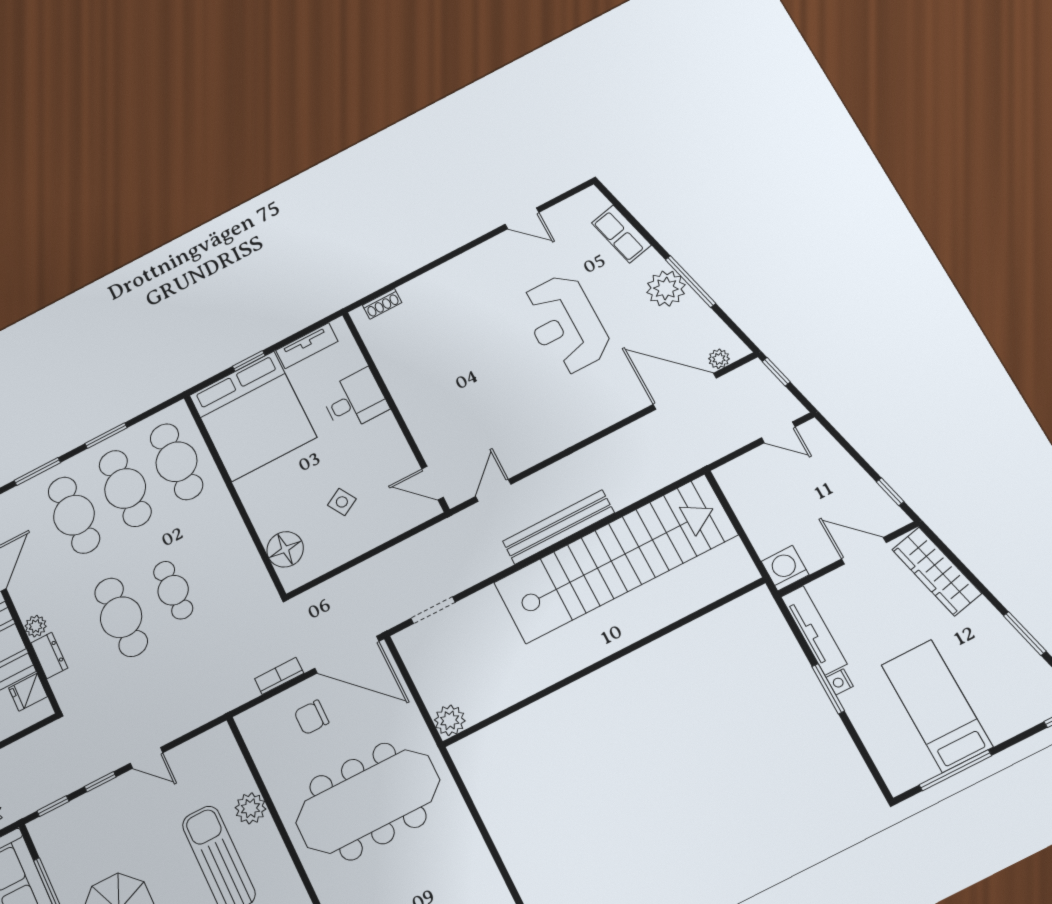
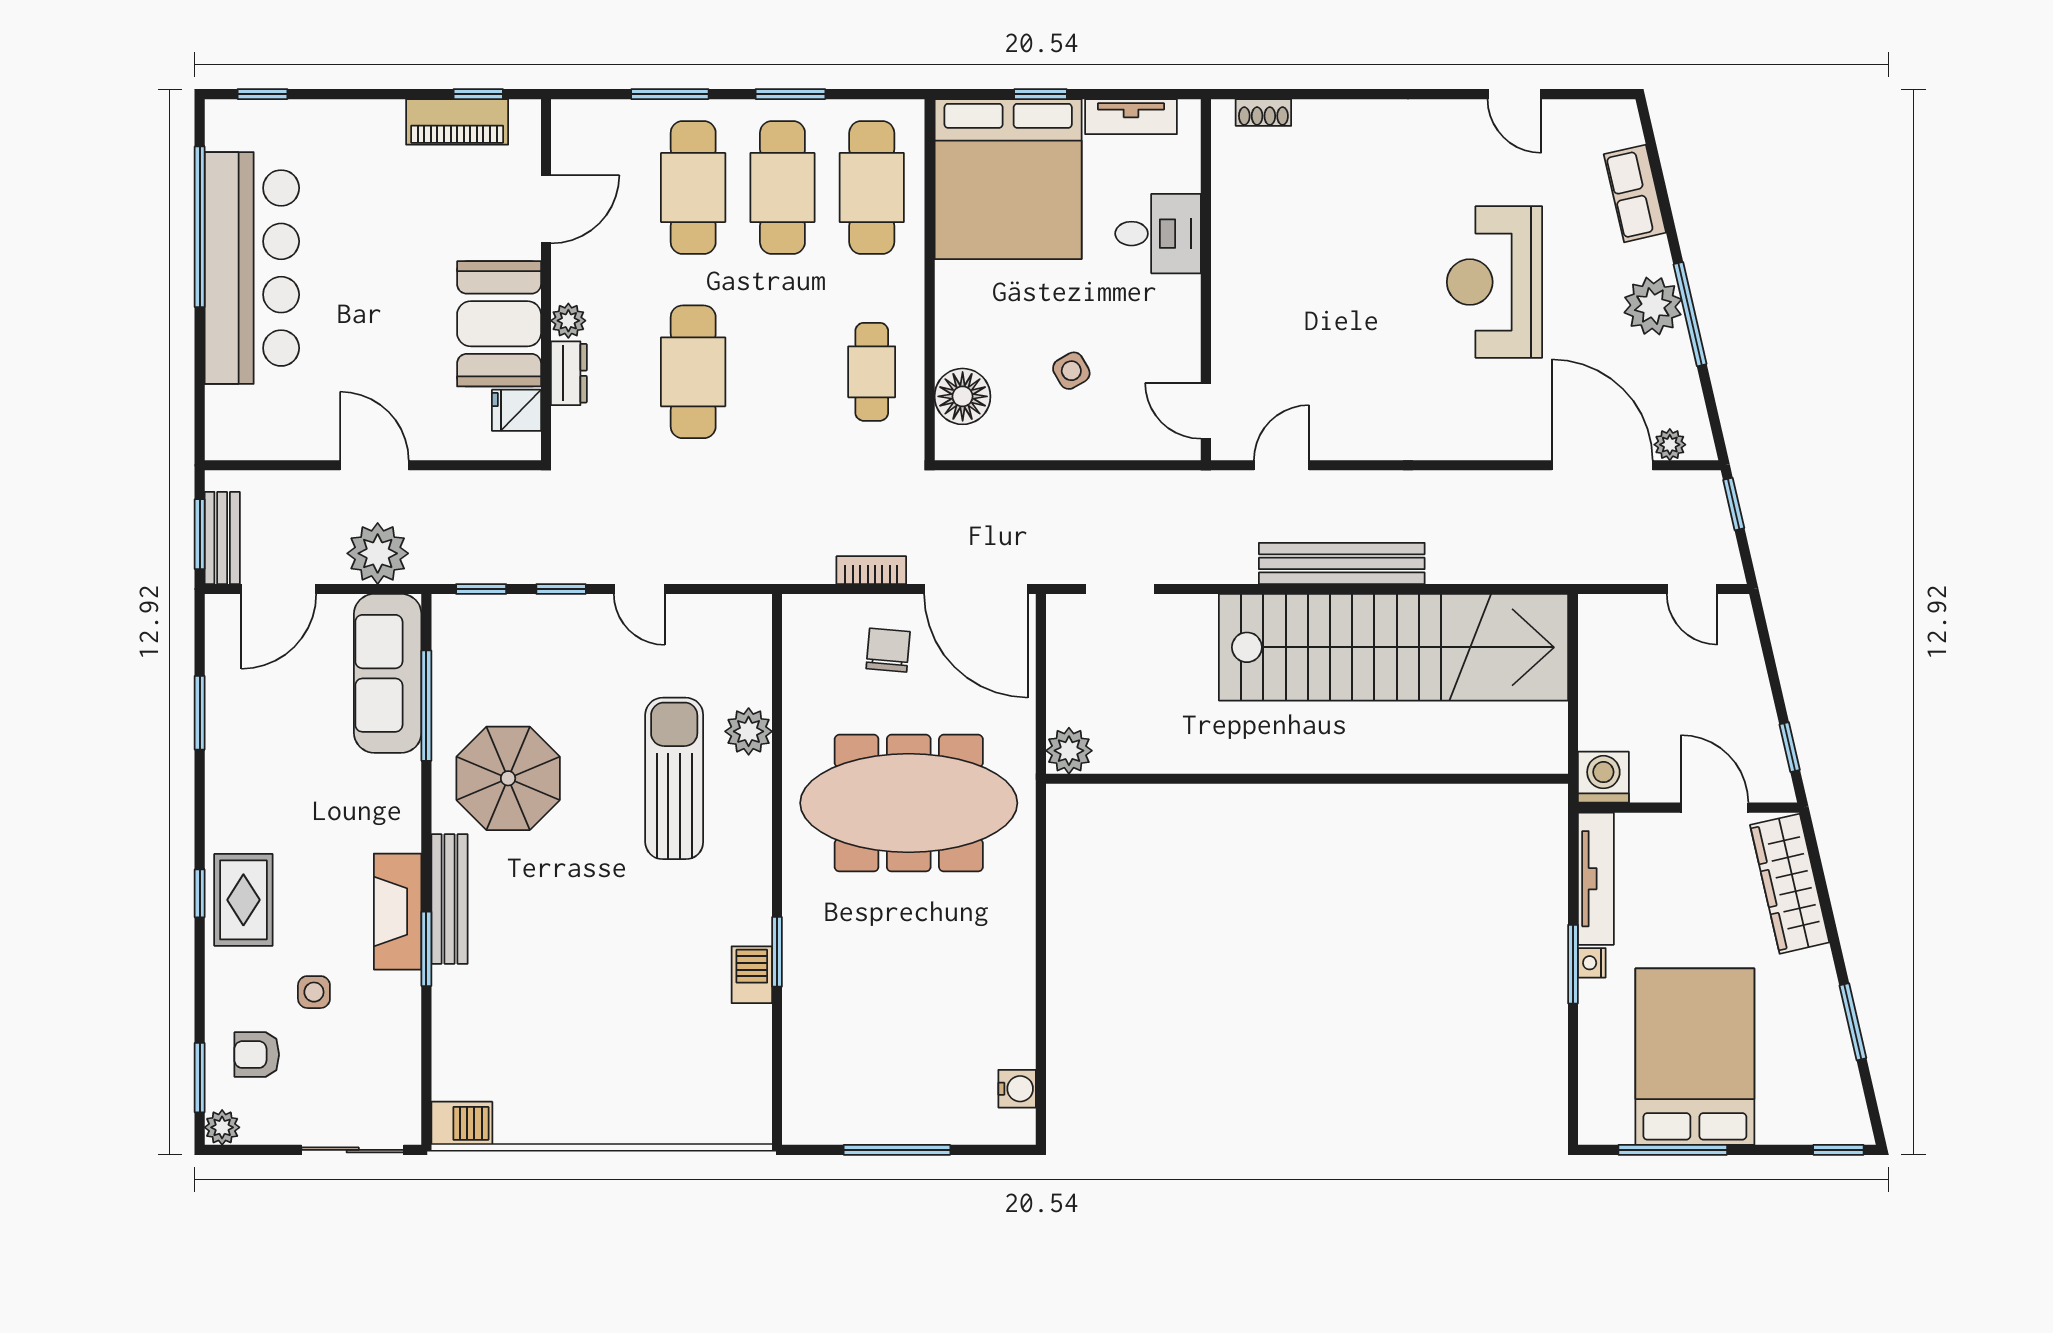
cafe table: (173, 590) -> (872, 372), moved
bed: (937, 706) -> (1695, 1057), width x1.50
chair: (311, 717) -> (888, 650), turned 95

